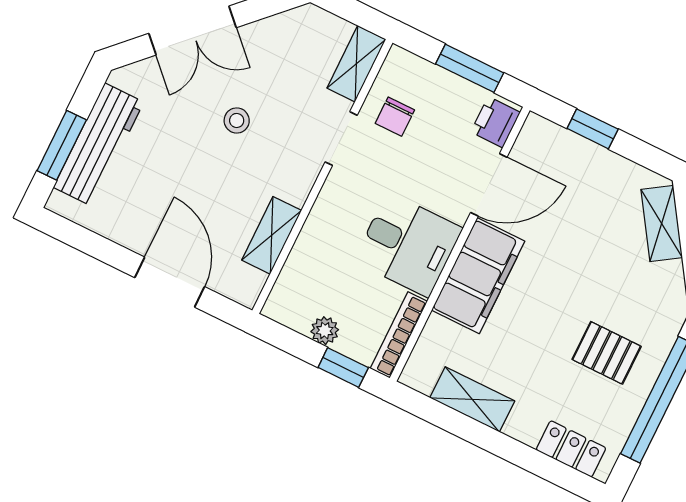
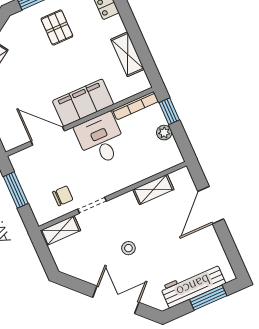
printer: (495, 122) -> (24, 159), removed

